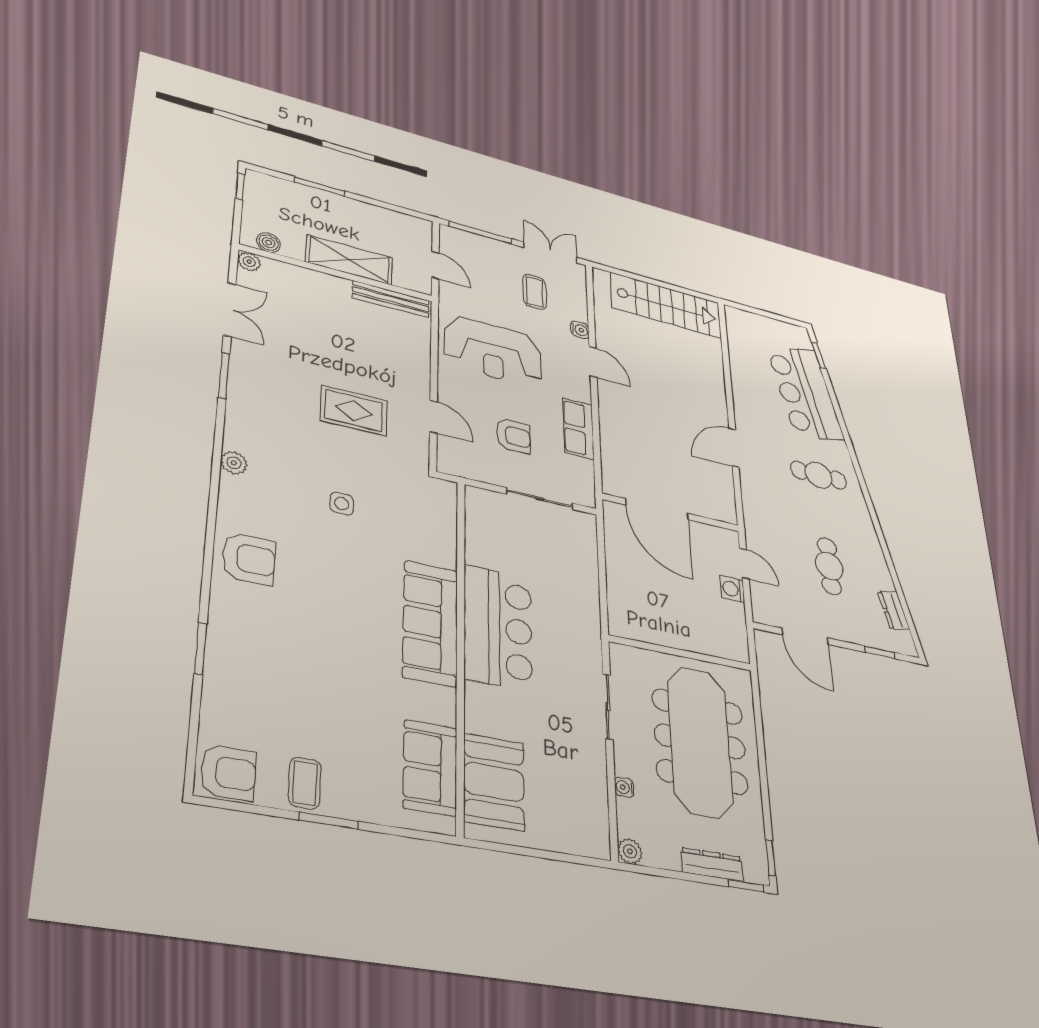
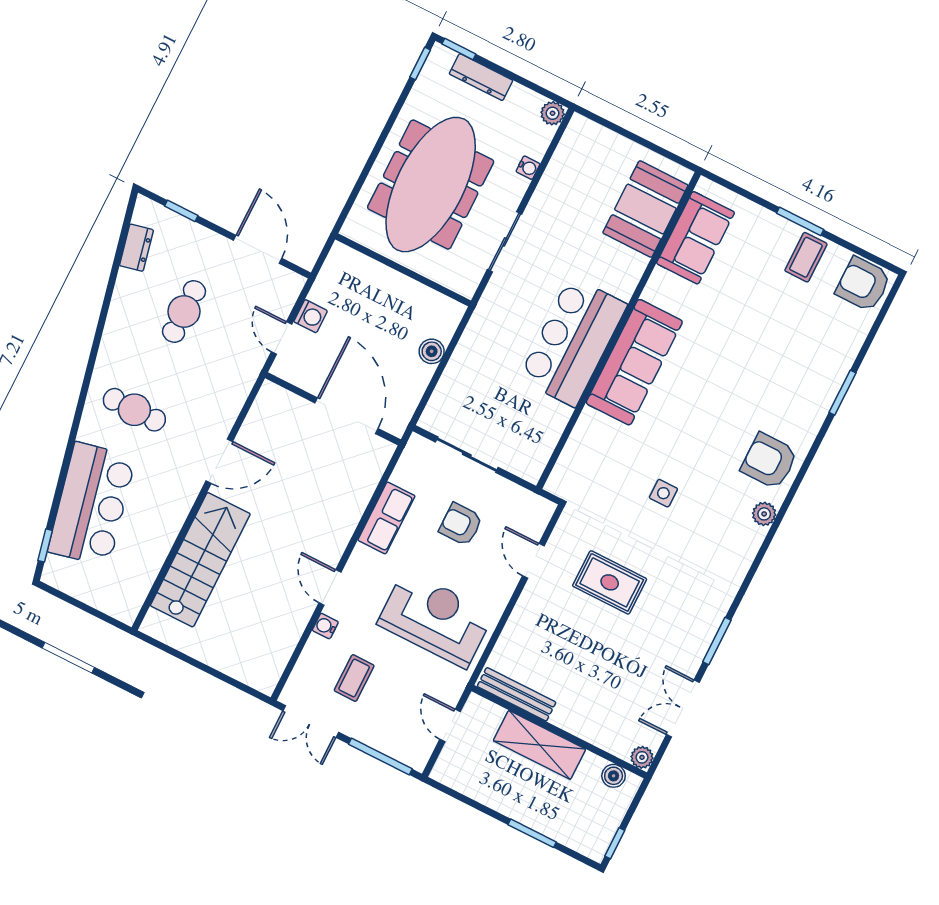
stairs: (666, 305) -> (200, 560), moved, turned 90
plant: (234, 463) -> (764, 514), moved
boiler: (618, 585) -> (432, 351), added

